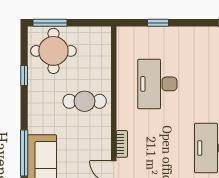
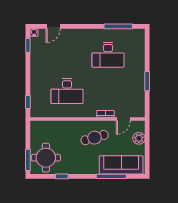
window: (158, 23) -> (28, 102), moved
cafe table: (85, 101) -> (95, 138), moved, turned 74

